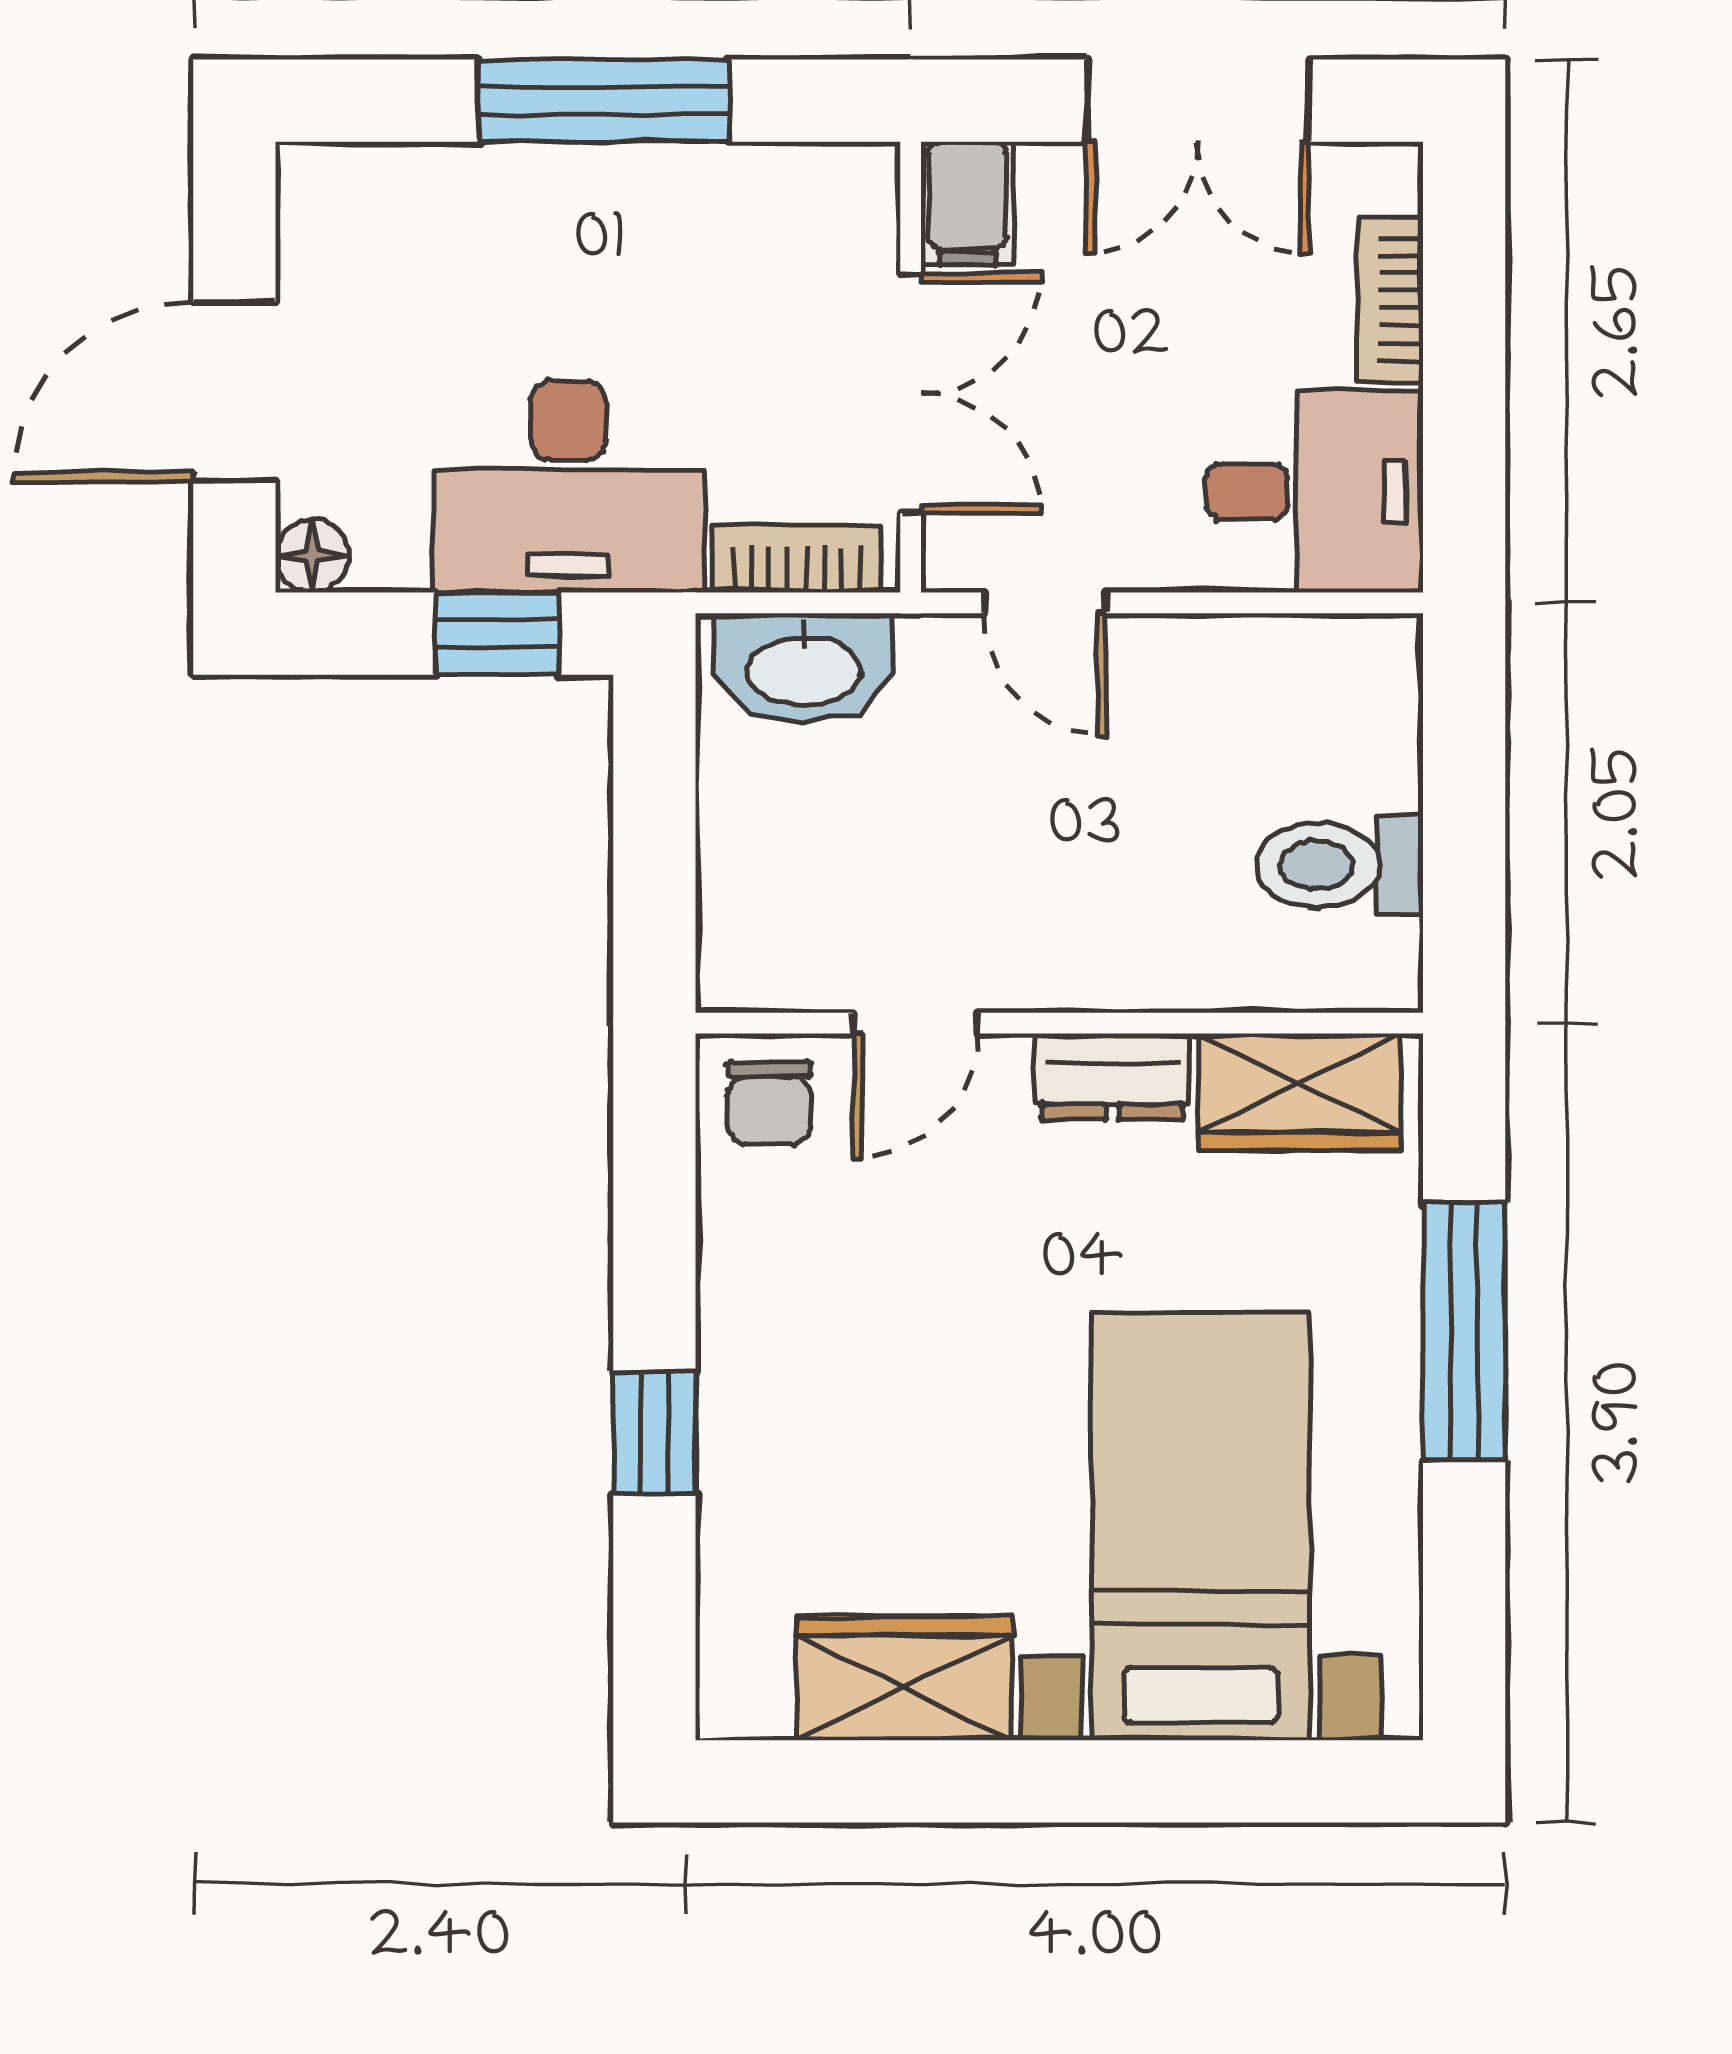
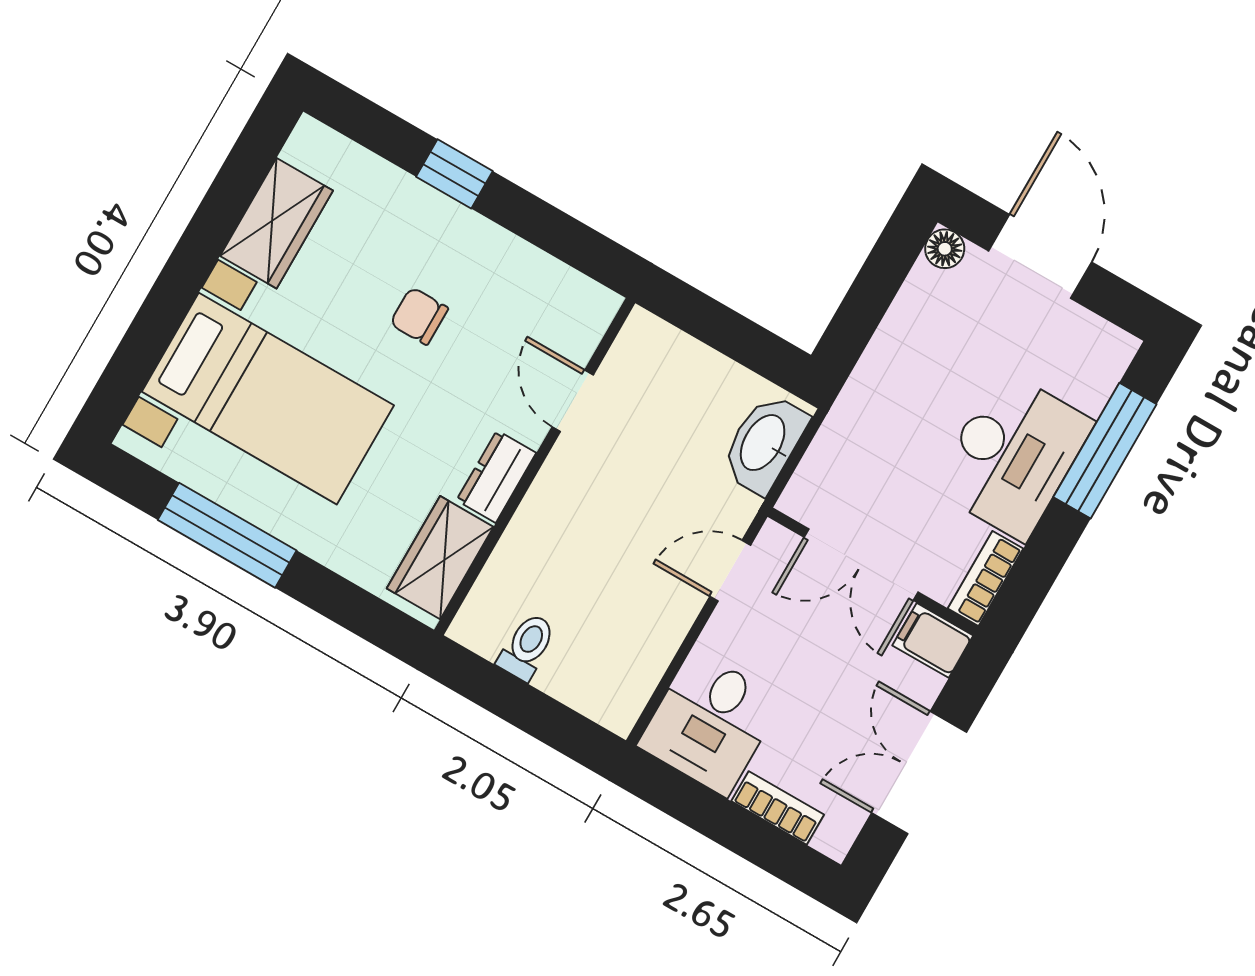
window: (604, 101) -> (1105, 451), moved
desk: (568, 486) -> (1013, 455), moved, turned 180
bookcase: (797, 559) -> (986, 579), moved, turned 180
window: (498, 634) -> (860, 313), removed
toilet: (1340, 865) -> (527, 647), width x0.73, depth x0.72
chair: (769, 1103) -> (419, 316), moved
window: (1464, 1331) -> (227, 535), moved

